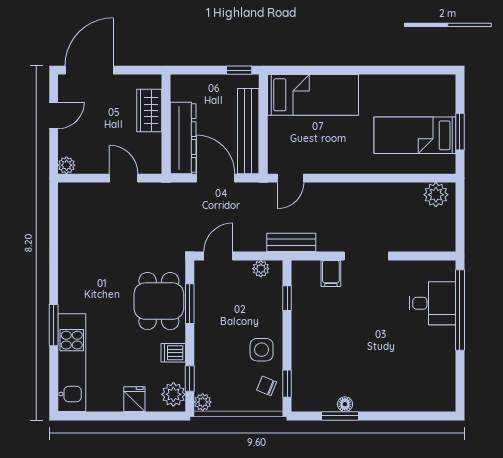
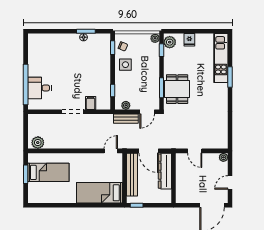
wardrobe: (149, 111) -> (182, 185), removed
bench: (291, 242) -> (126, 119), moved
dishwasher: (173, 353) -> (170, 63), removed

